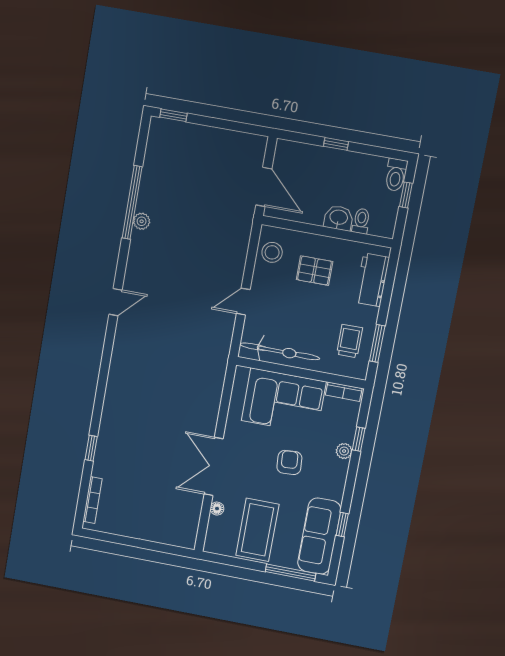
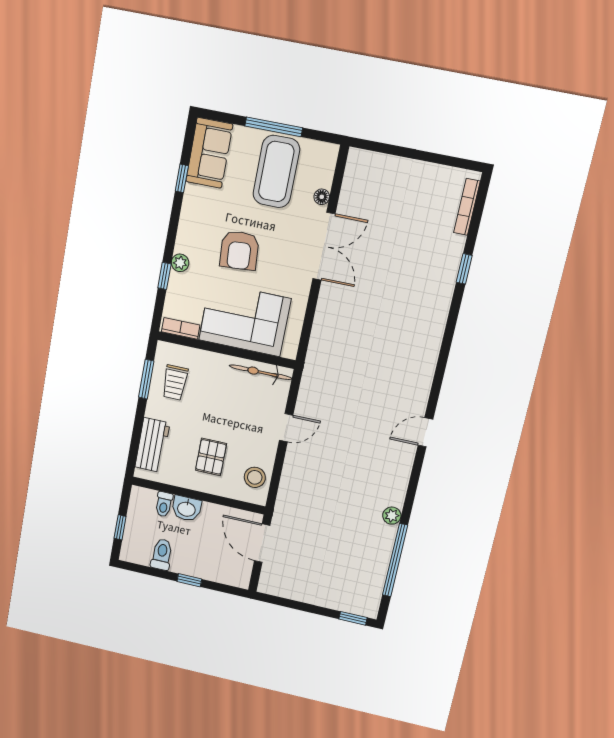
toilet: (396, 175) -> (162, 554), moved
window: (132, 202) -> (395, 560), moved
pallet: (315, 271) -> (211, 457), turned 90
bicycle: (280, 351) -> (261, 372), width x0.73, depth x0.71
armchair: (289, 462) -> (239, 250), width x1.38, depth x1.38
sofa: (319, 536) -> (209, 153), width x0.73
window: (291, 573) -> (274, 127), moved

